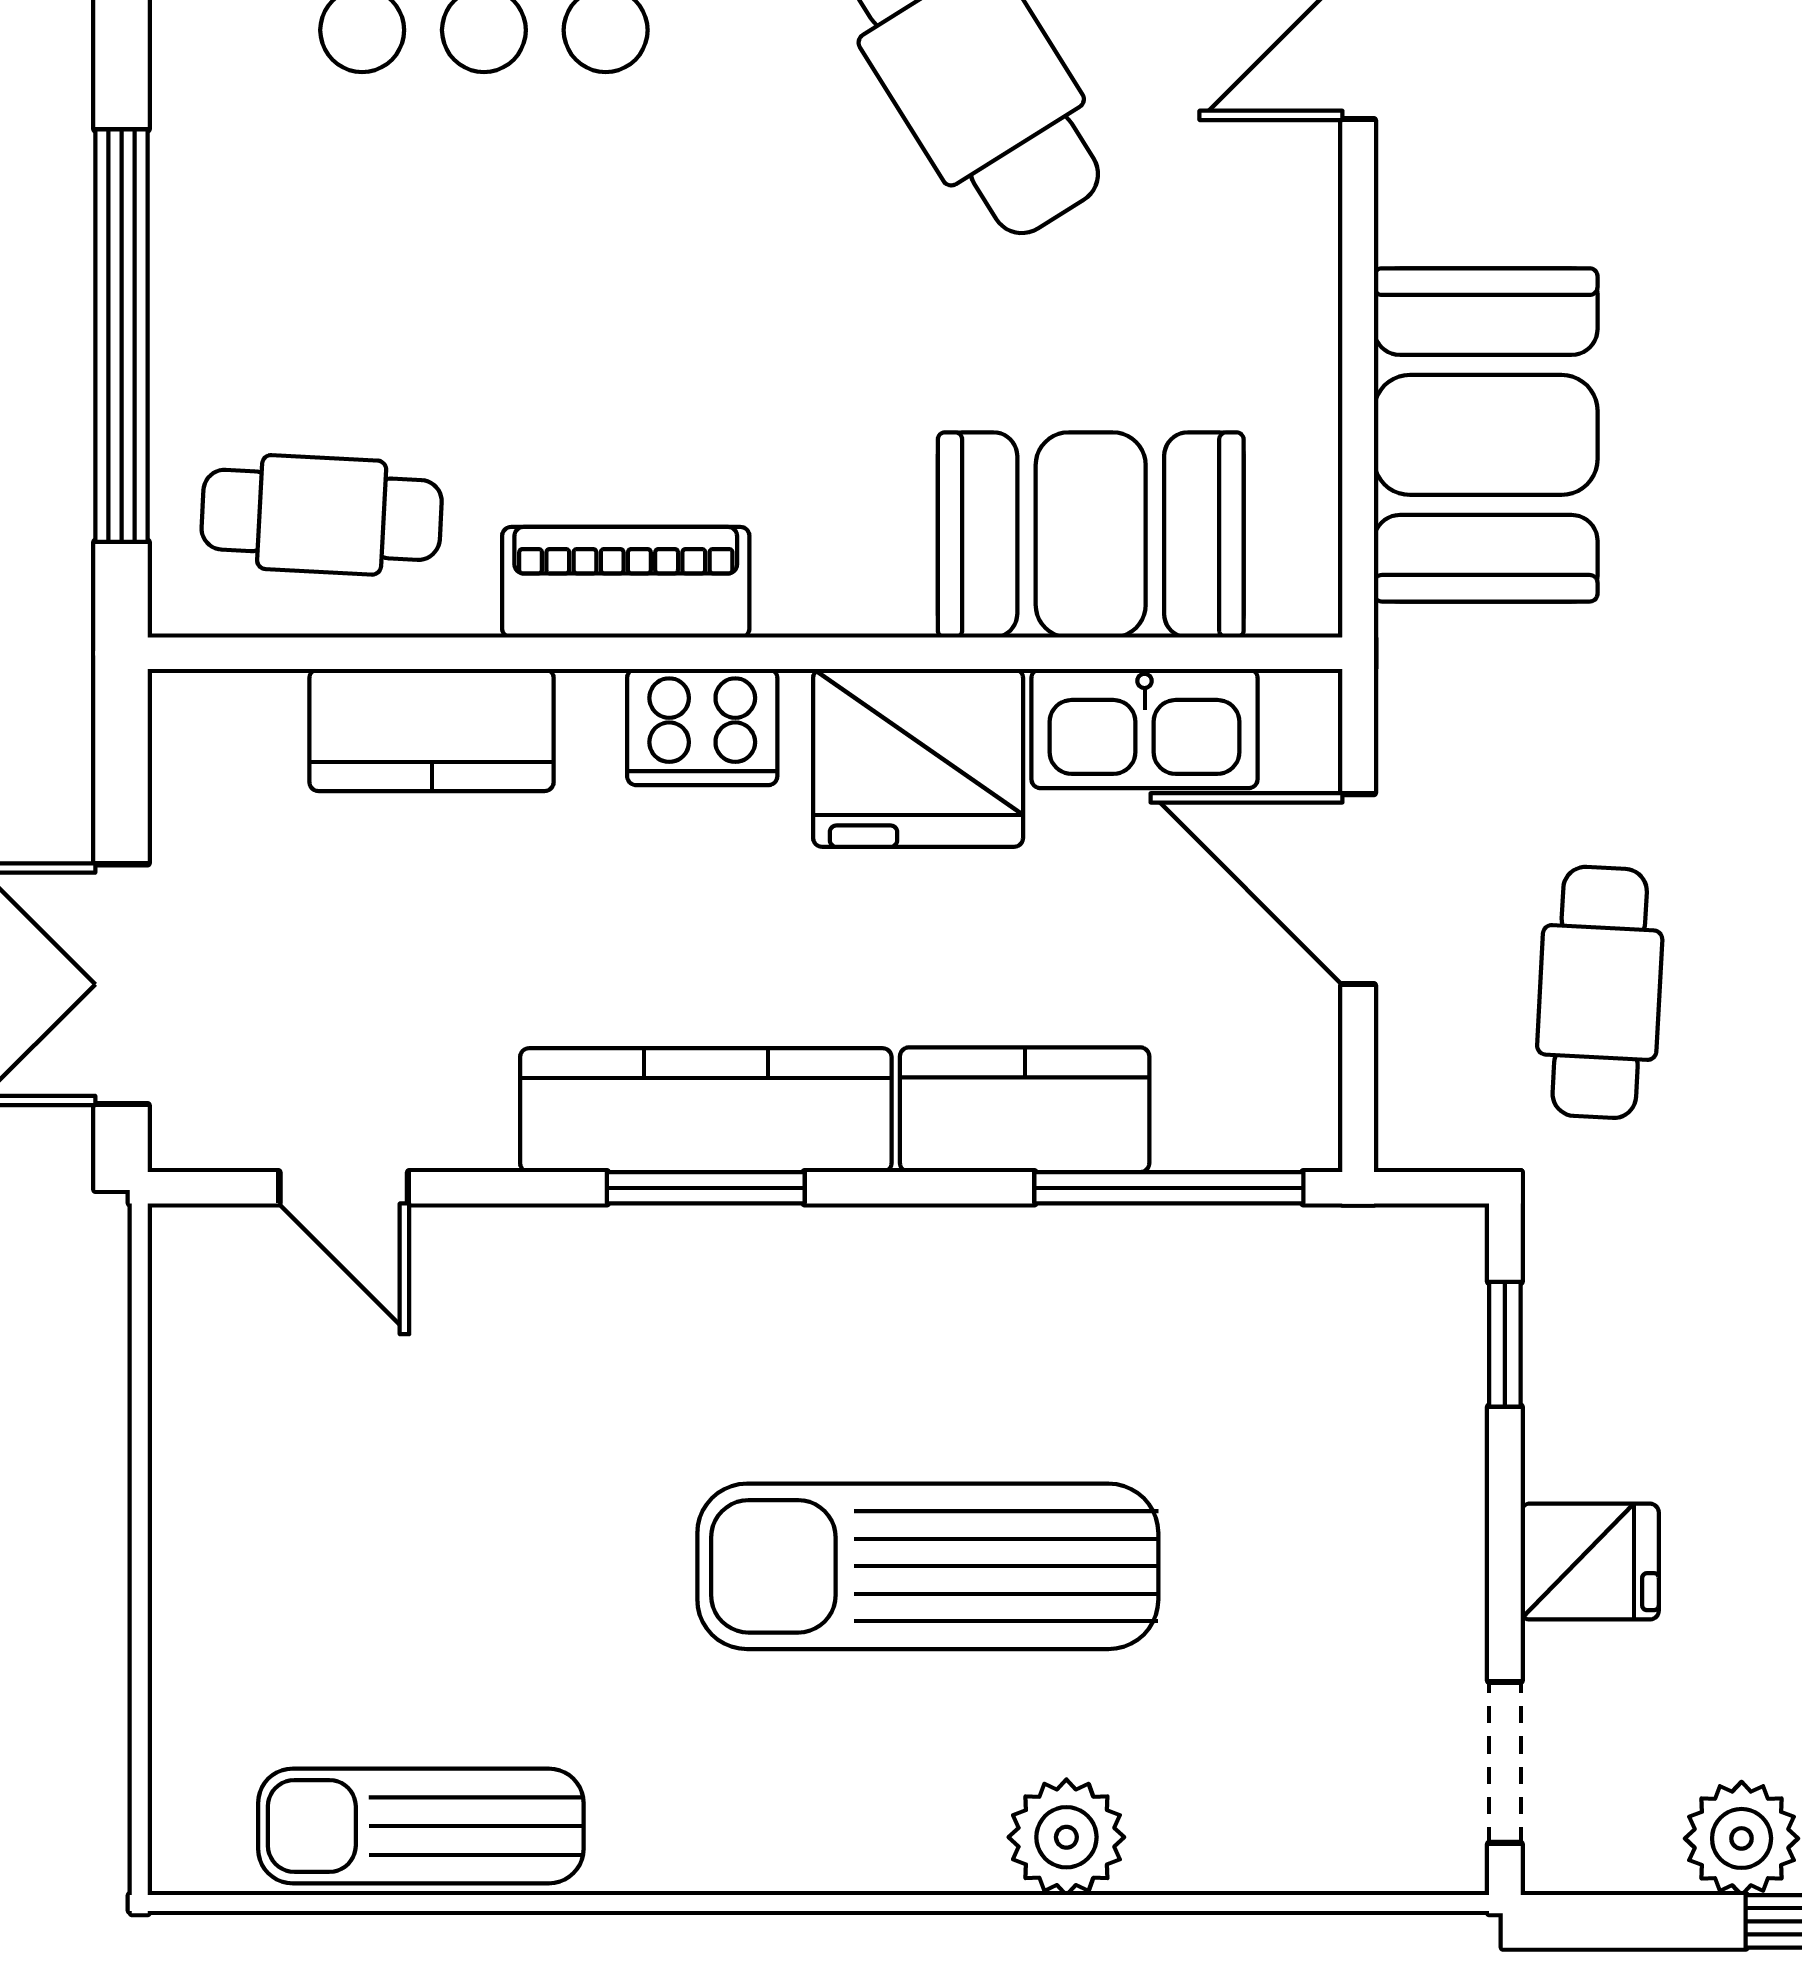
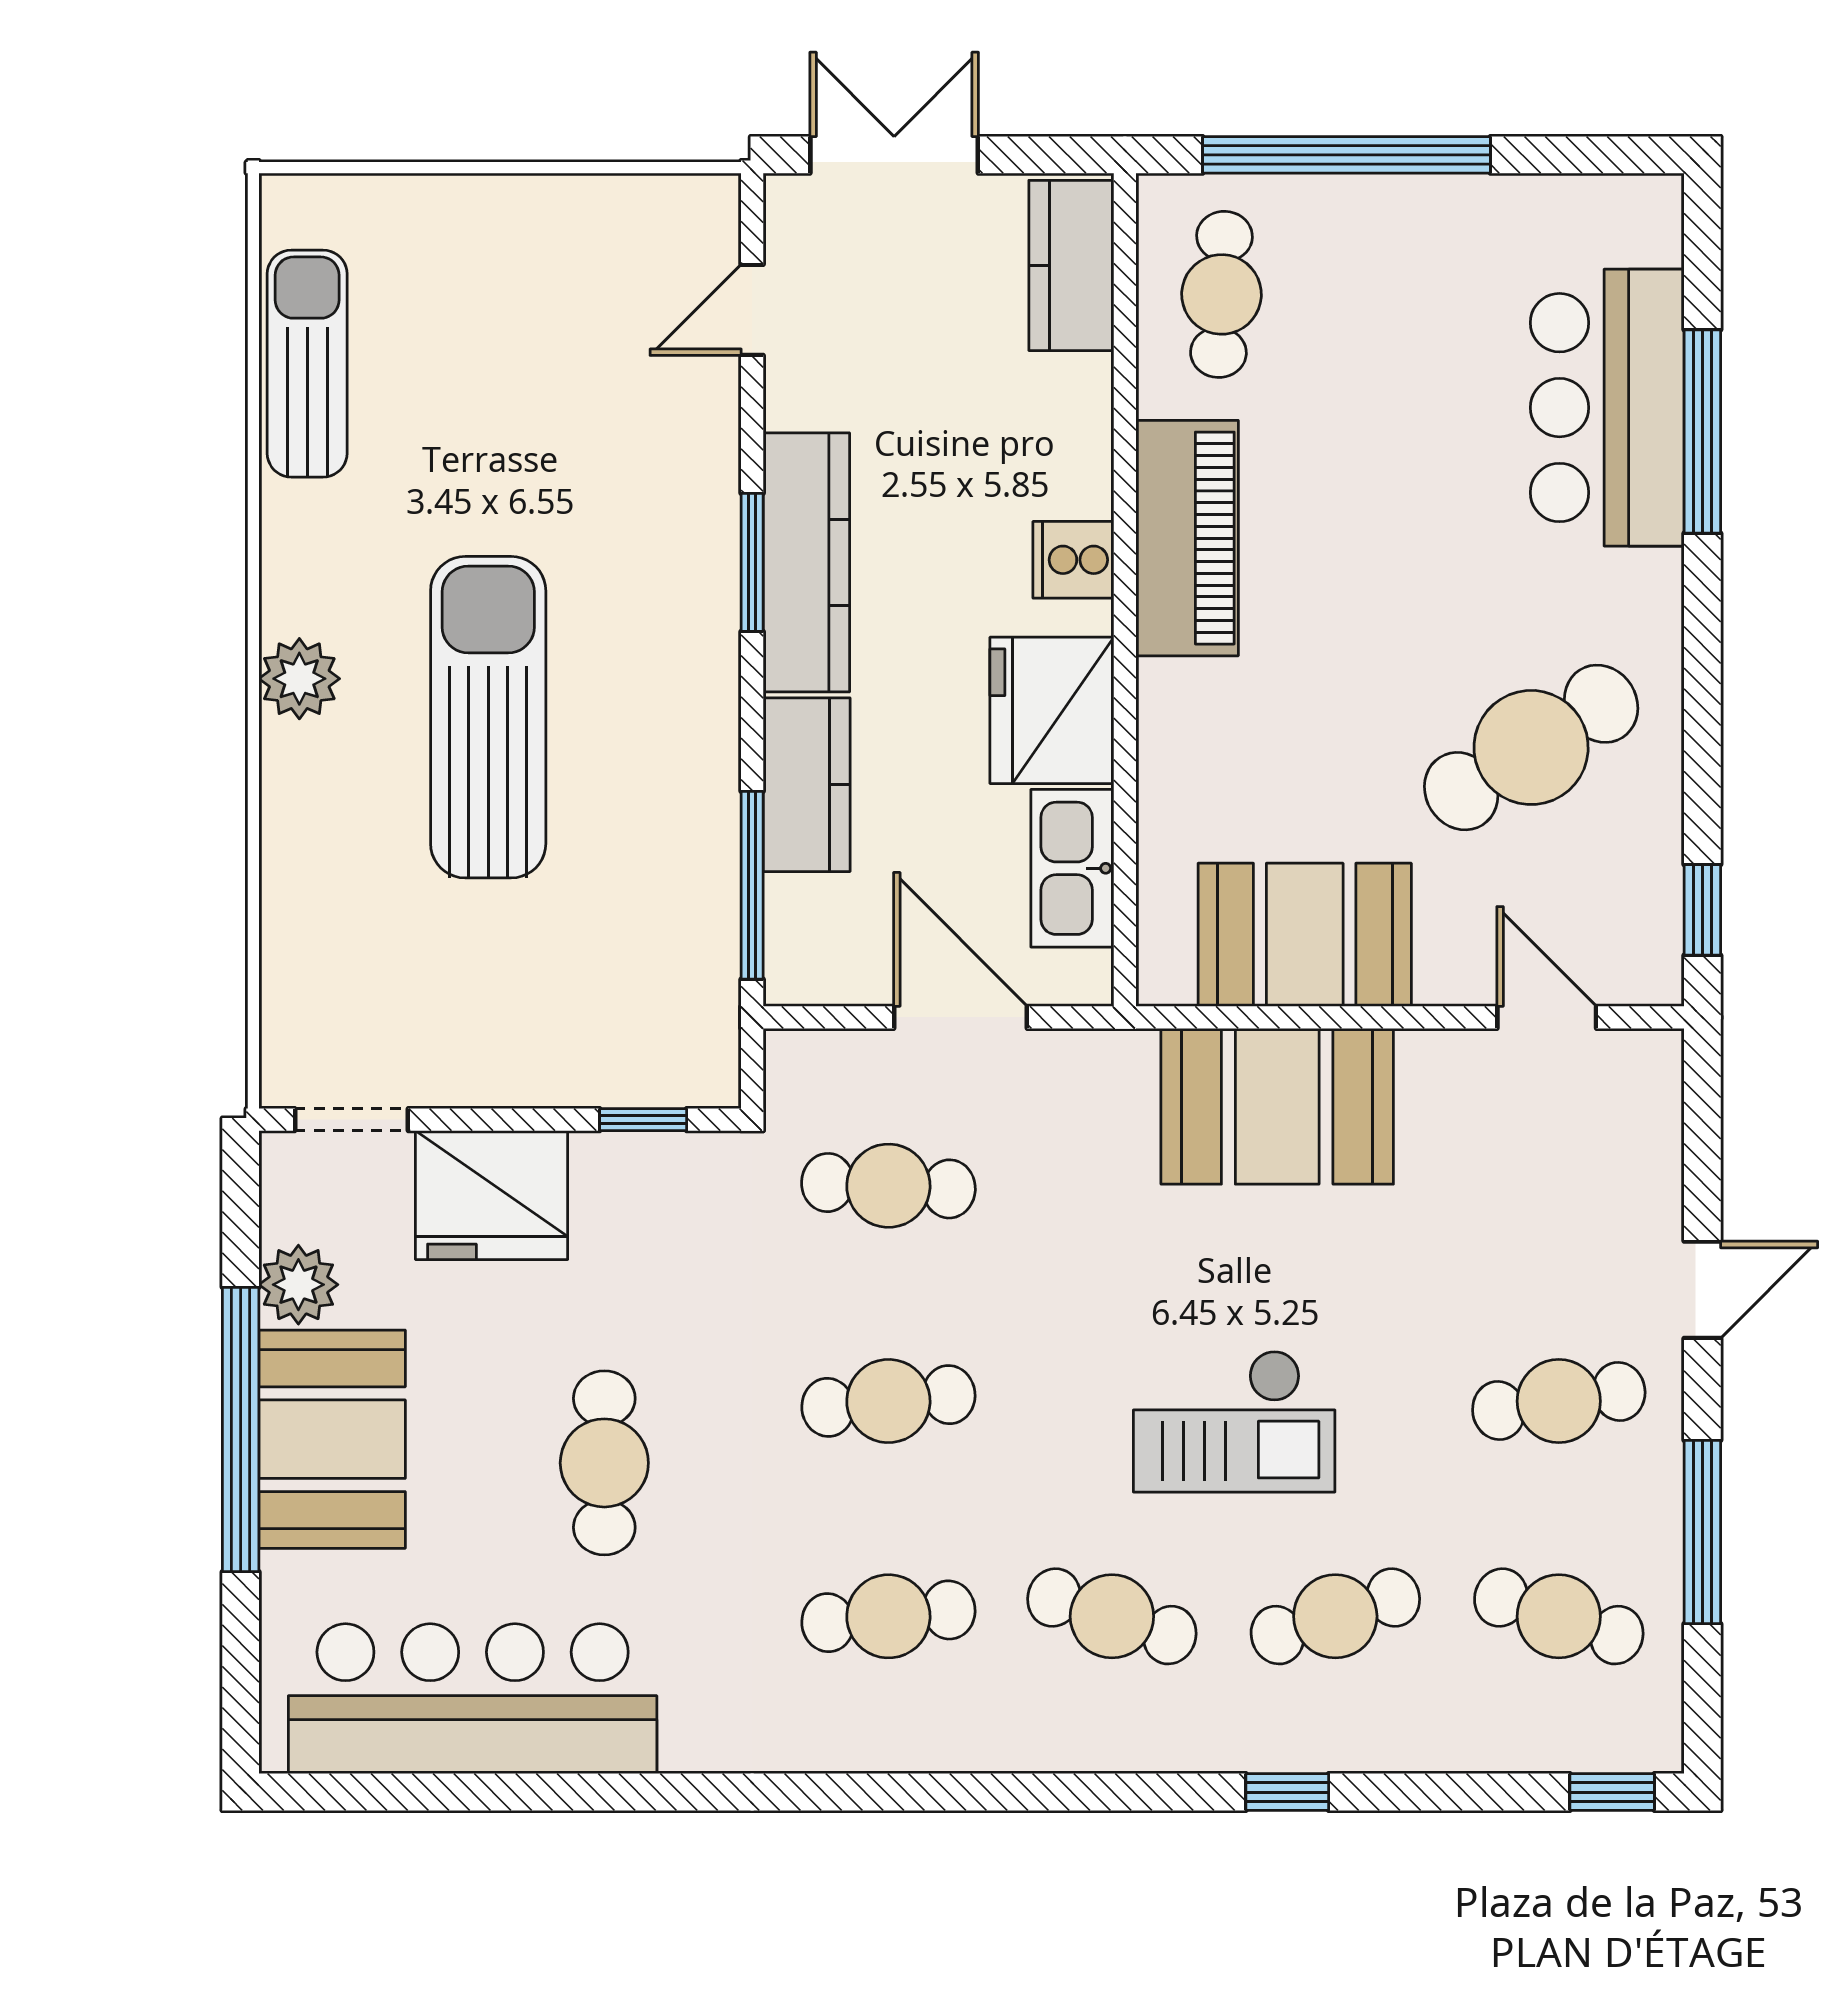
booth: (1091, 535) -> (1305, 935), moved, turned 90
piano: (626, 582) -> (1187, 538), width x1.37, depth x1.33
cooker: (702, 727) -> (1073, 560), width x0.73
kitchen counter: (432, 730) -> (1071, 265), moved
door: (1358, 889) -> (960, 1017), hinge flipped
fridge: (1590, 1562) -> (492, 1195), width x1.88, depth x1.34
plant: (1066, 1837) -> (299, 679), moved

